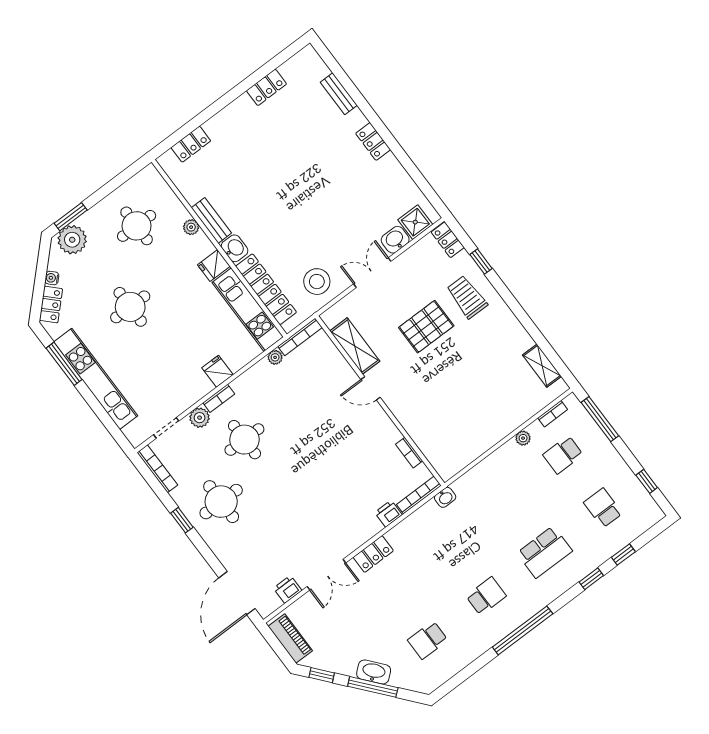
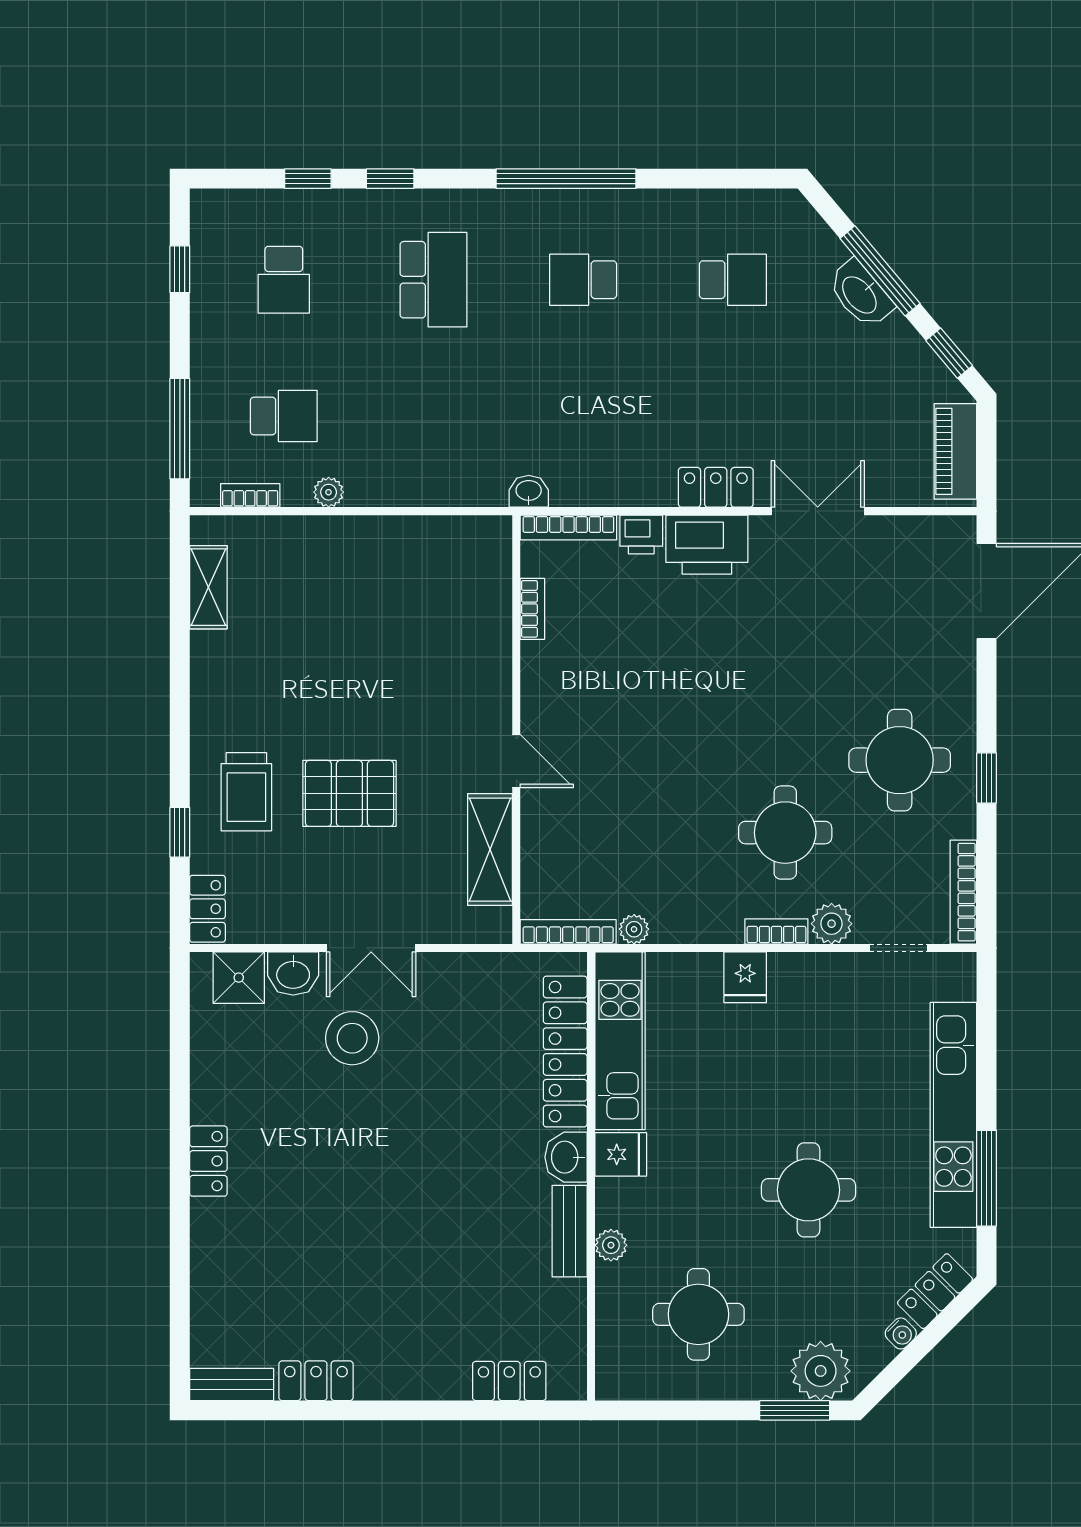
bench: (339, 94) -> (232, 1385), moved, turned 90
stool: (317, 282) -> (352, 1038), moved
school desk: (545, 552) -> (433, 280), turned 90
printer: (288, 589) -> (707, 545), moved, width x1.87, depth x1.48

